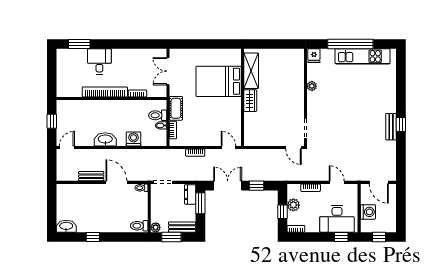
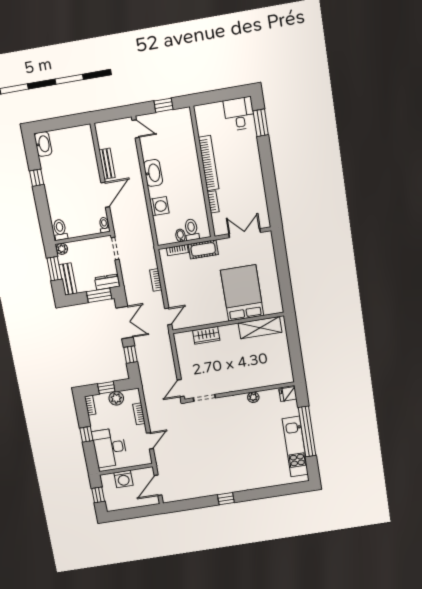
desk: (99, 61) -> (239, 114), moved, turned -90
wardrobe: (250, 101) -> (206, 335), moved
bench: (391, 127) -> (222, 489), removed
window: (341, 237) -> (86, 434), moved

